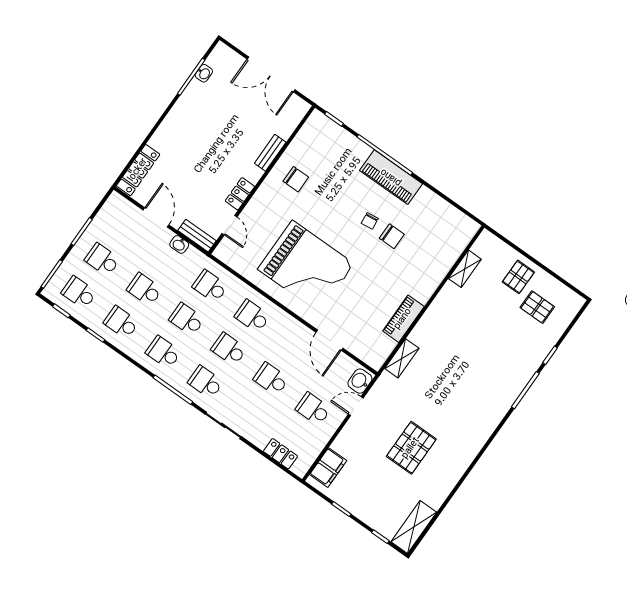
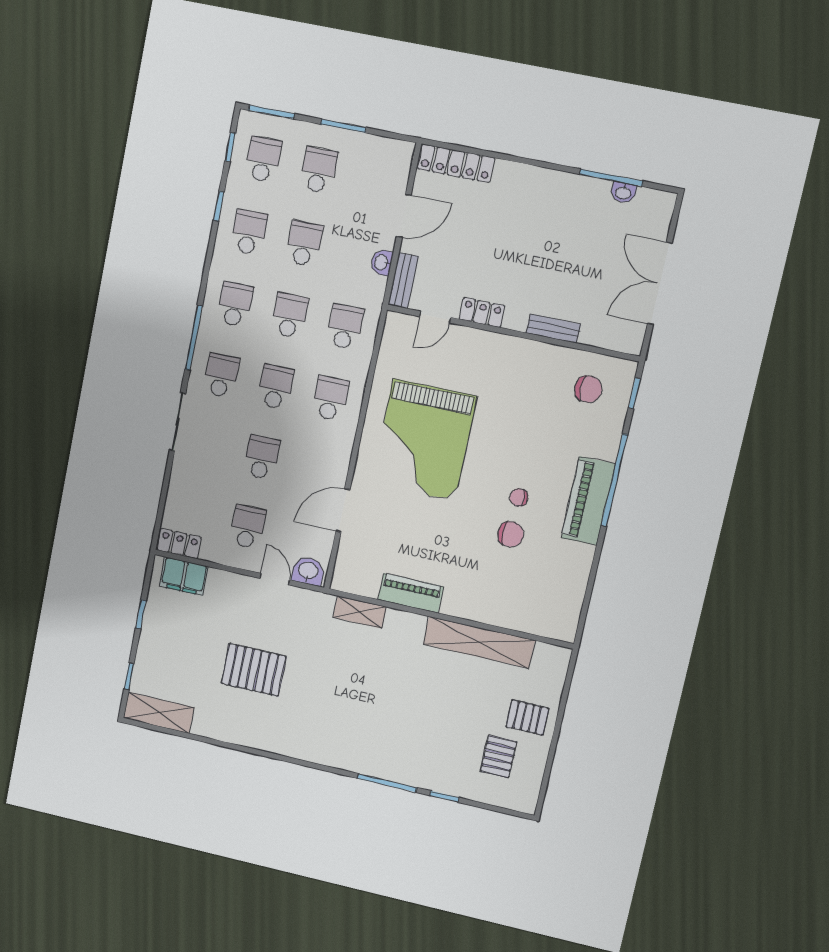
chair: (296, 179) -> (588, 389), moved, turned -90
chair: (392, 236) -> (511, 534), turned -90
shelving: (465, 269) -> (479, 642), width x2.20, depth x1.33
locker: (280, 454) -> (179, 544), moved, turned -90

